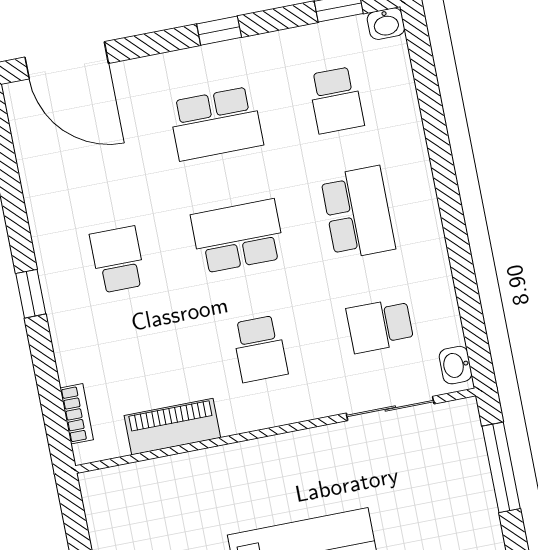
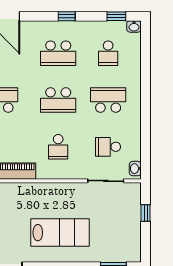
school desk: (358, 213) -> (108, 100), turned -90
school desk: (238, 236) -> (58, 100), turned 180
window: (501, 467) -> (146, 213), width x0.46

